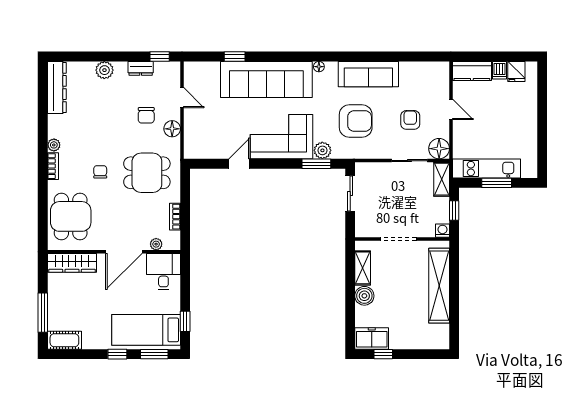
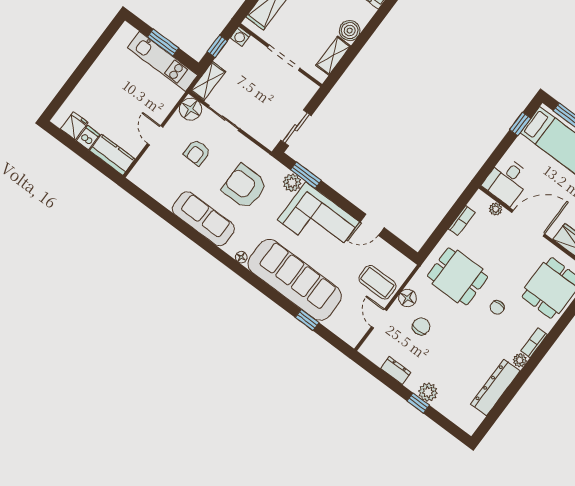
window: (160, 56) -> (418, 403), moved
dresser: (57, 87) -> (495, 387), moved
coffee table: (203, 124) -> (377, 282), added

